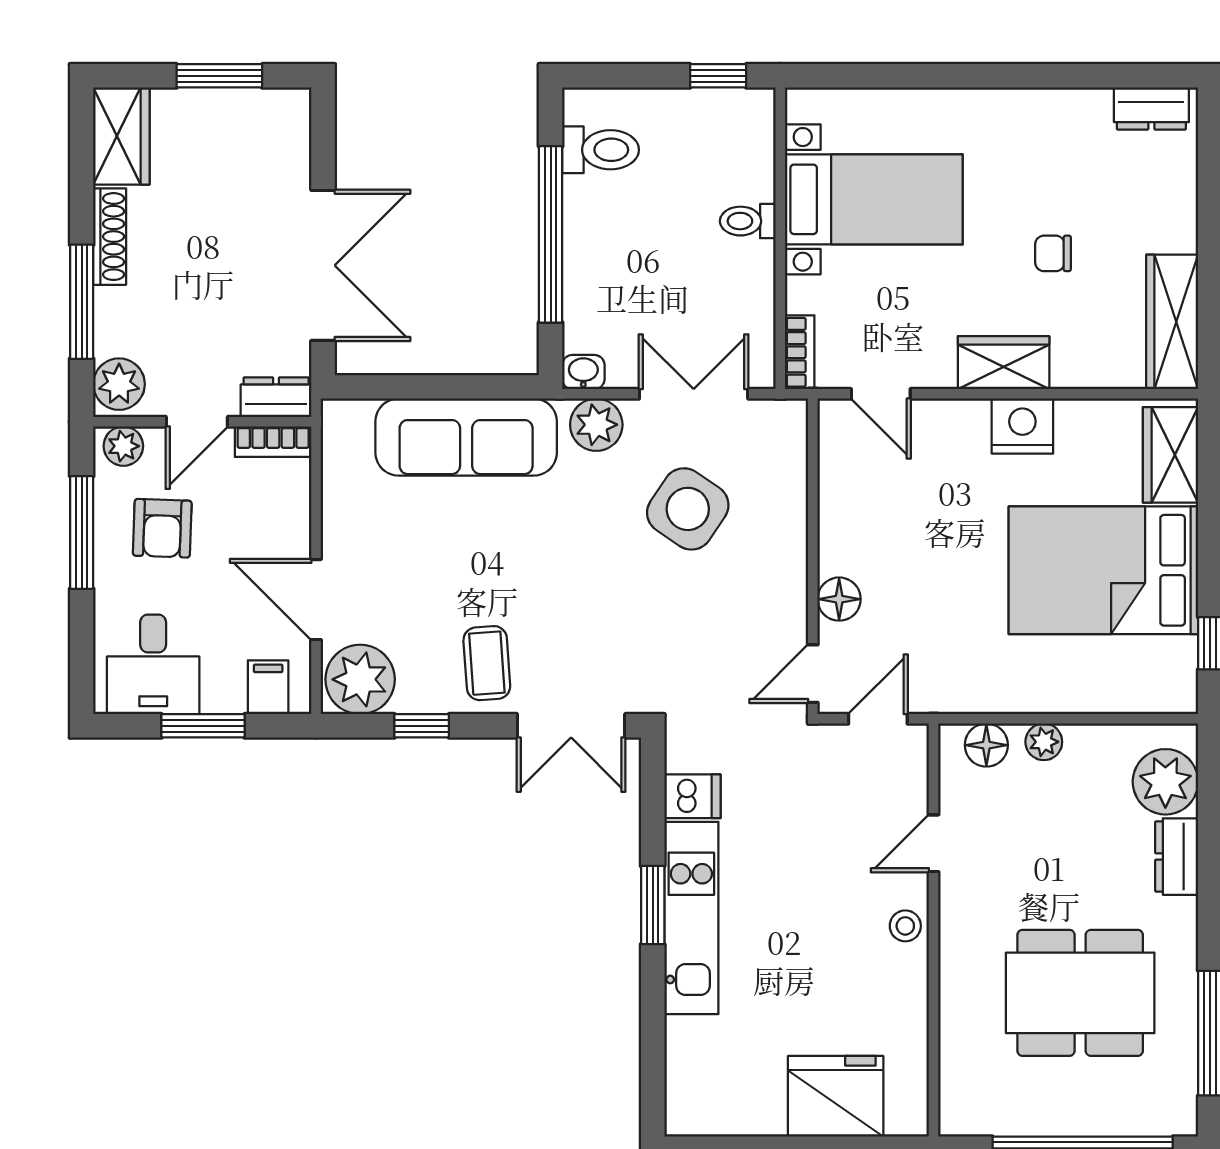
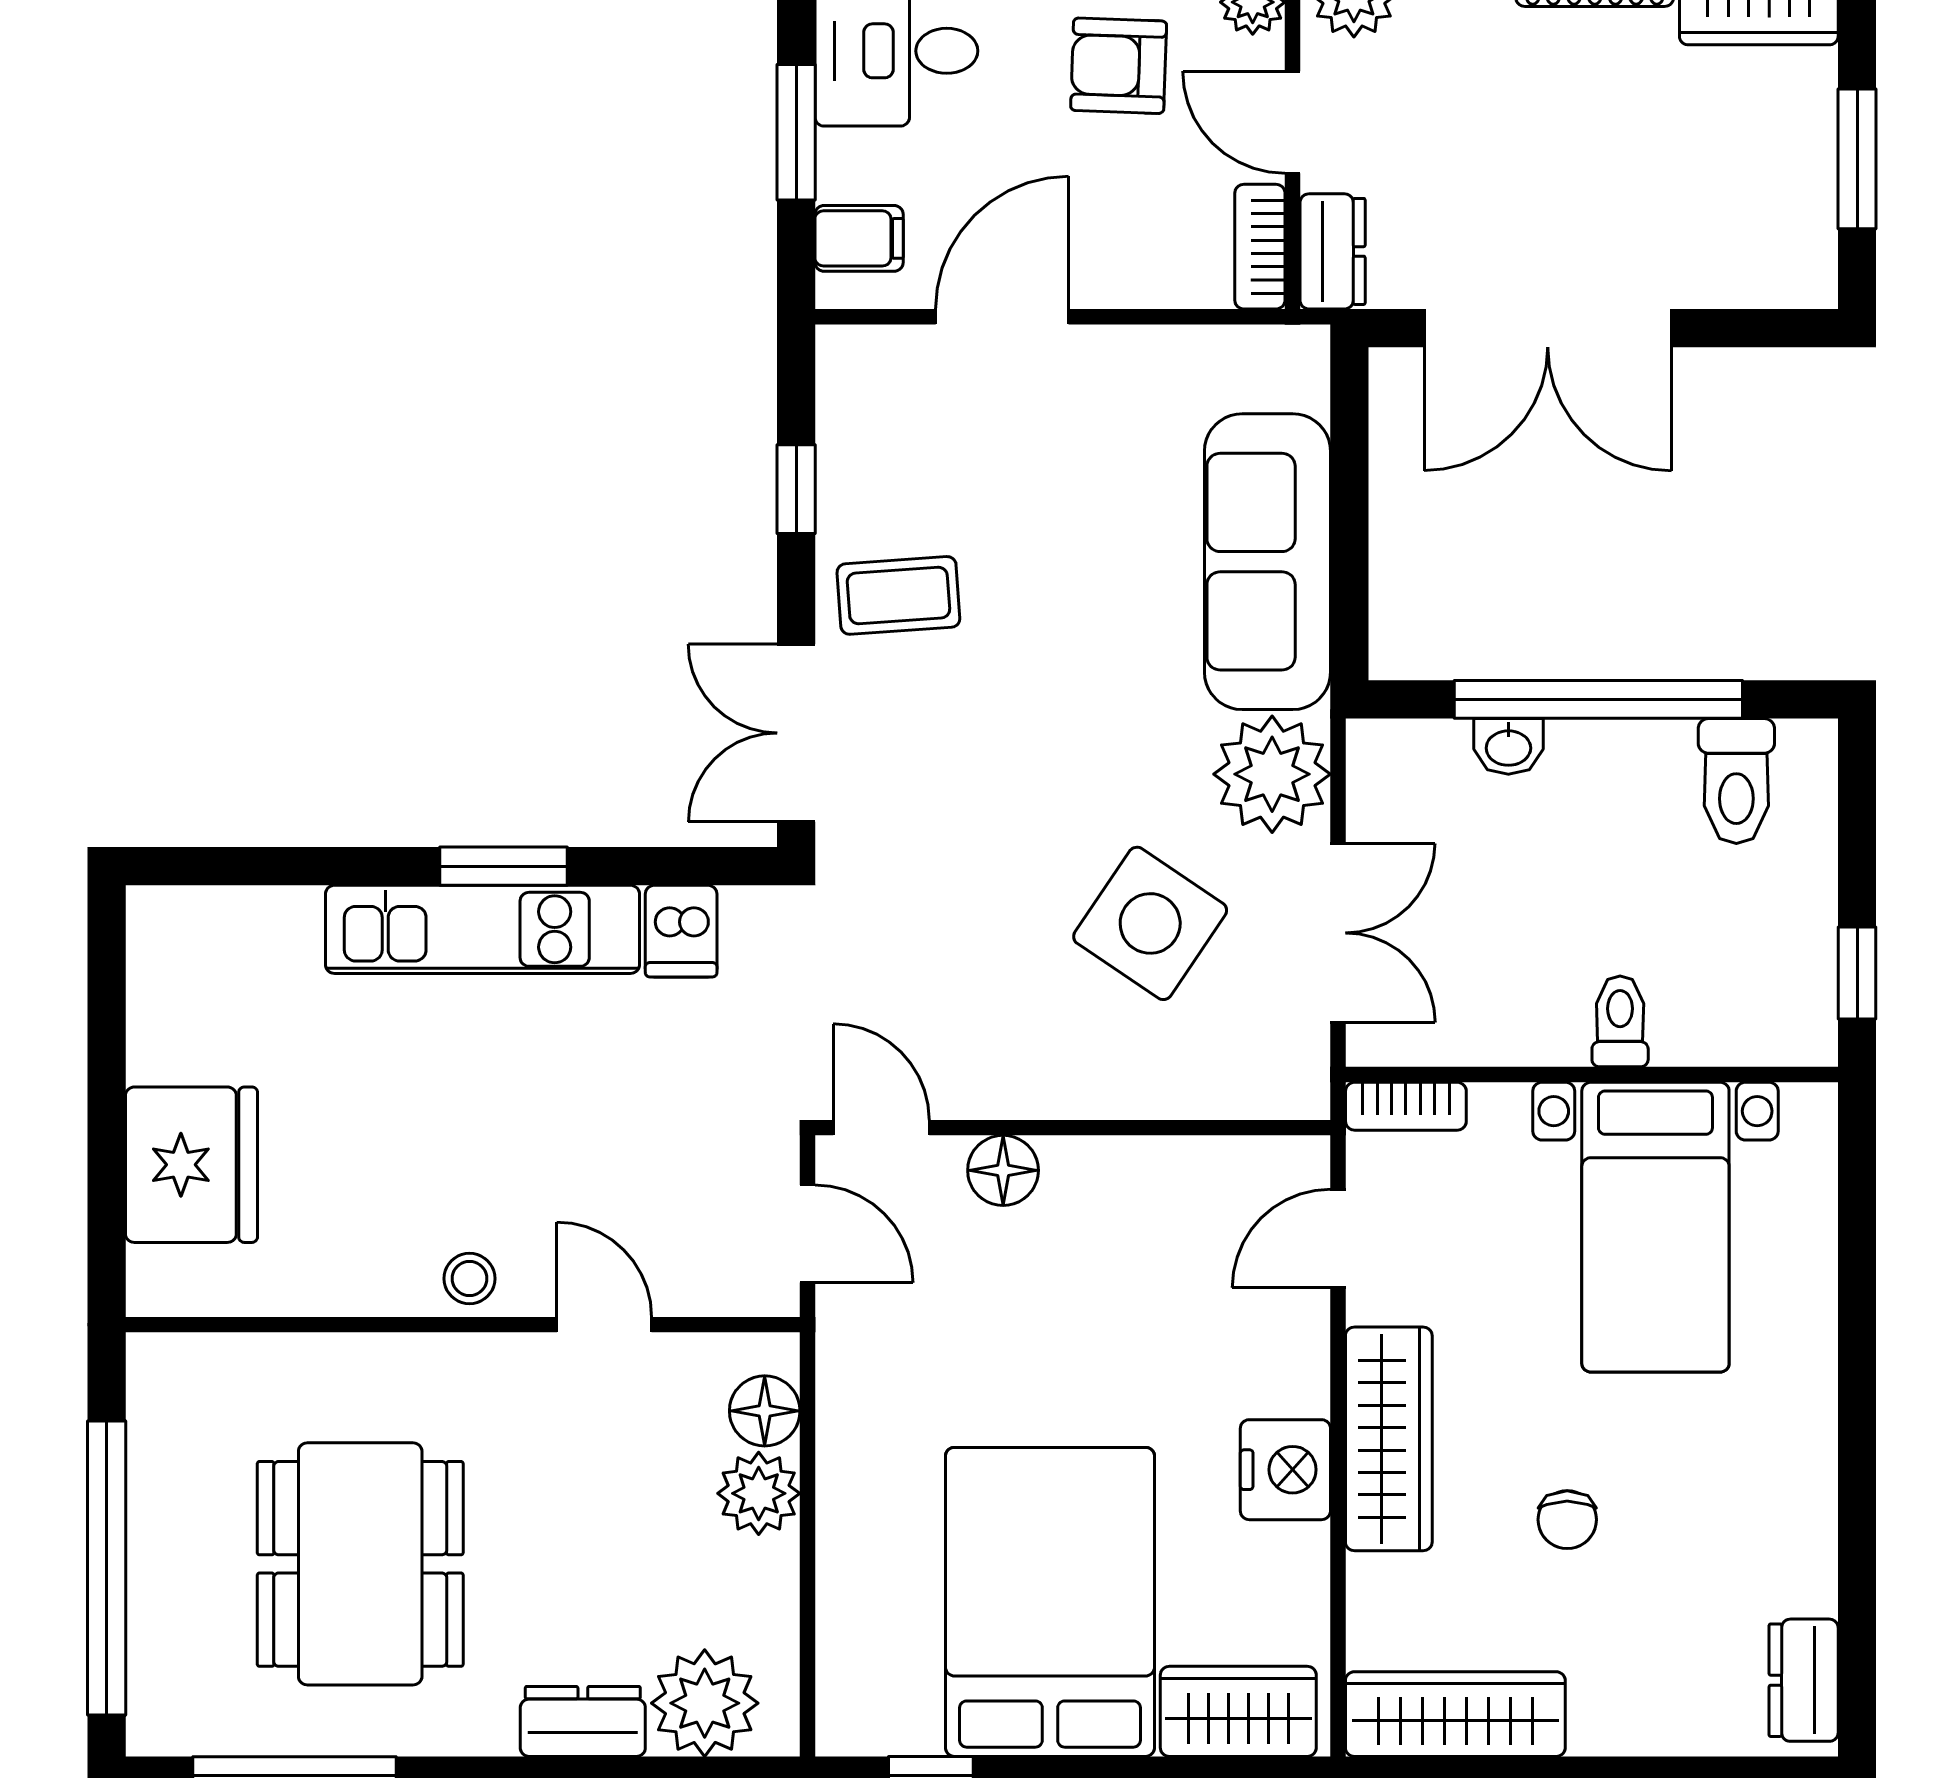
chair: (1053, 253) -> (1567, 1520), turned 180
wardrobe: (1004, 363) -> (1389, 1439), width x1.50
washbasin: (583, 372) -> (1508, 746), moved, turned 90
plant: (596, 425) -> (1272, 774), width x1.36, depth x1.36
plant: (360, 679) -> (872, 389), removed
plant: (1044, 742) -> (759, 1493), width x1.38, depth x1.38

